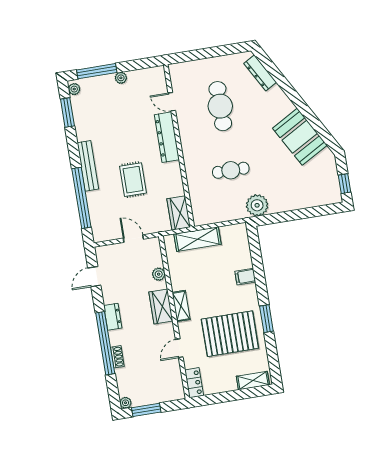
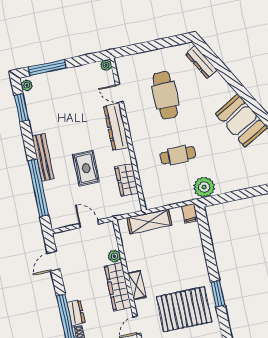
plant: (121, 78) -> (106, 65), moved
wardrobe: (179, 213) -> (127, 180), moved
filing cabinet: (245, 277) -> (190, 213), moved, turned -90
wardrobe: (161, 306) -> (118, 287), width x1.50
dresser: (113, 317) -> (76, 313), moved

